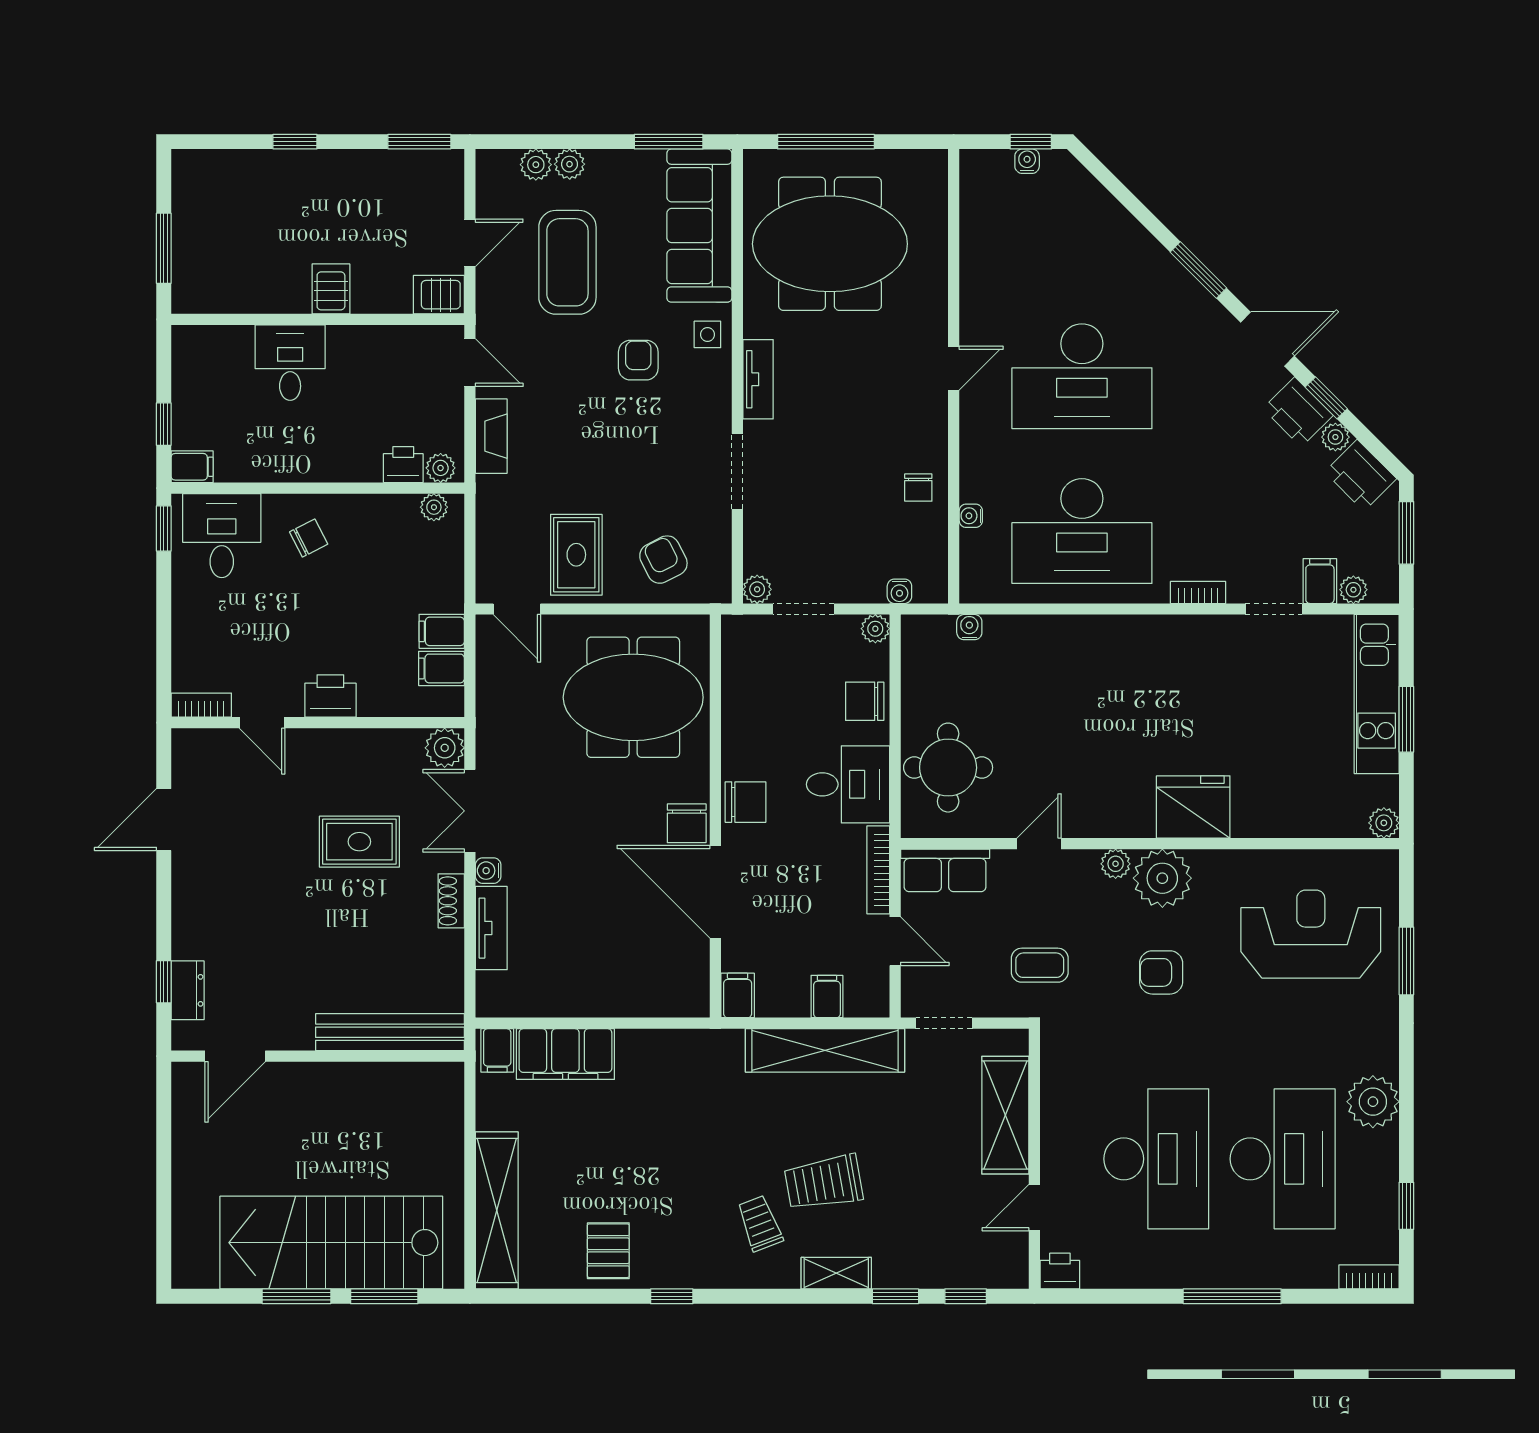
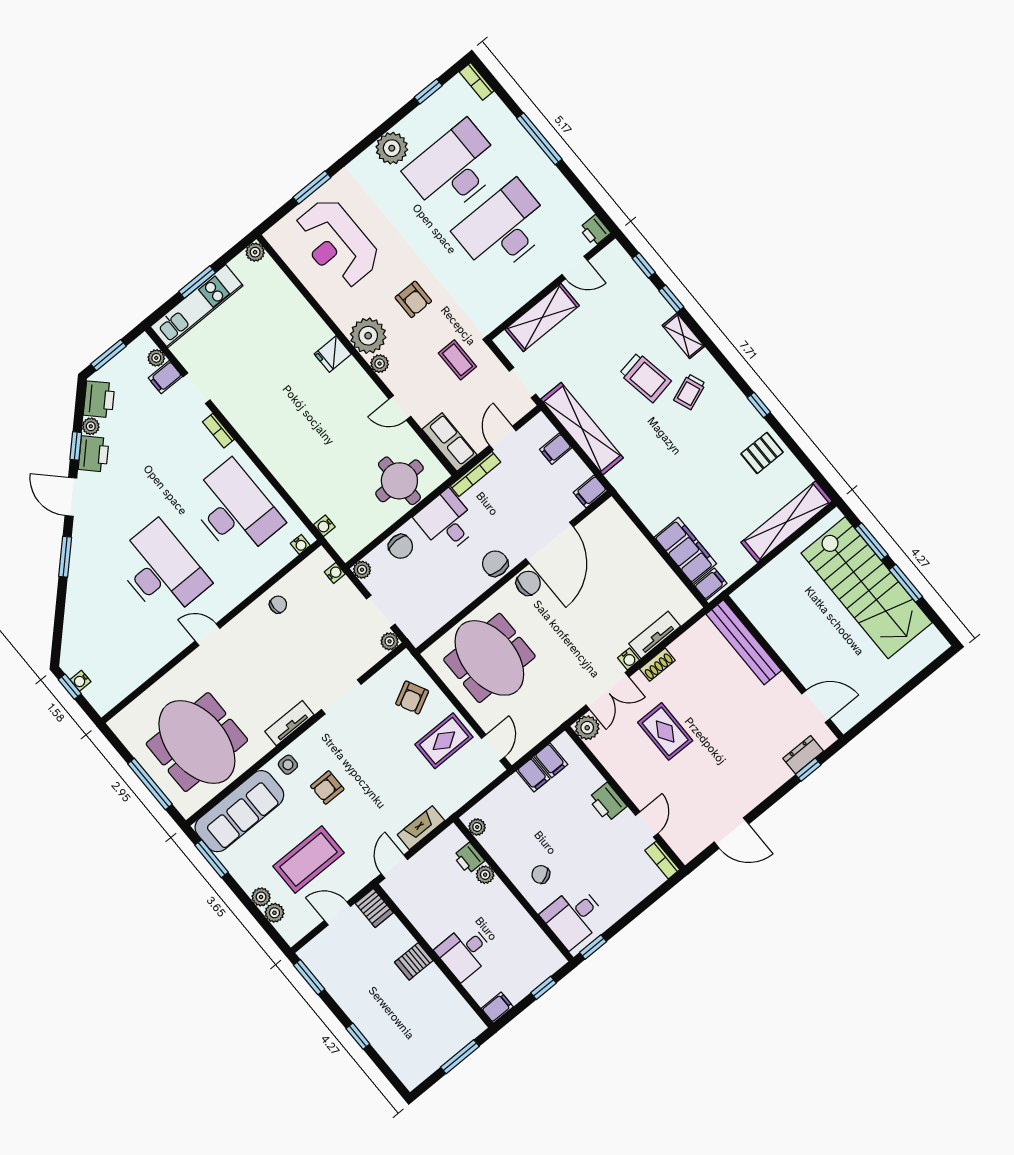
filing cabinet: (192, 467) -> (497, 1008), moved, turned 90
plant: (441, 468) -> (485, 875), moved
water cooler: (971, 516) -> (300, 544), moved
fridge: (1193, 807) -> (333, 354), width x0.53, depth x0.75

